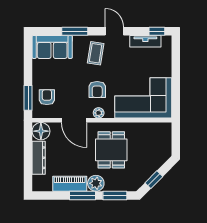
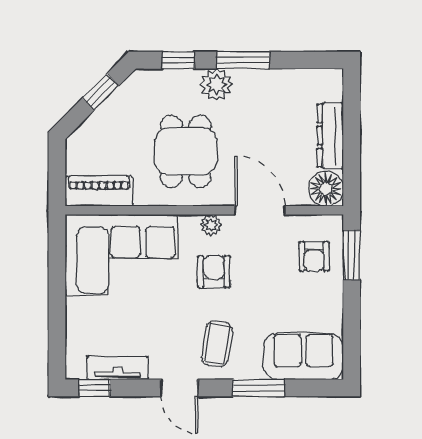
piano: (70, 184) -> (99, 191), moved, turned 180
window: (115, 196) -> (178, 60), width x0.67

